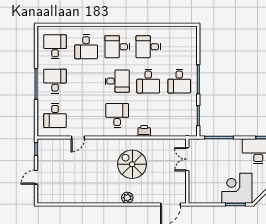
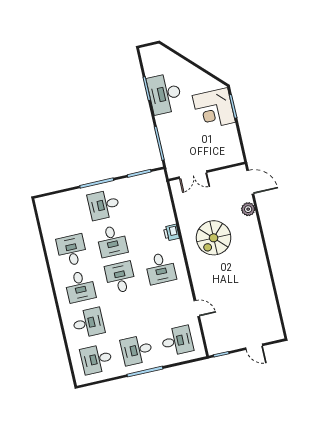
desk: (148, 47) -> (72, 250), turned 180
desk: (148, 81) -> (112, 241), turned 90
desk: (179, 81) -> (104, 205), turned 180
desk: (117, 116) -> (161, 268), turned -90
plant: (127, 198) -> (248, 209), moved

